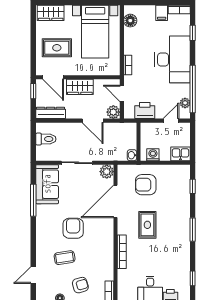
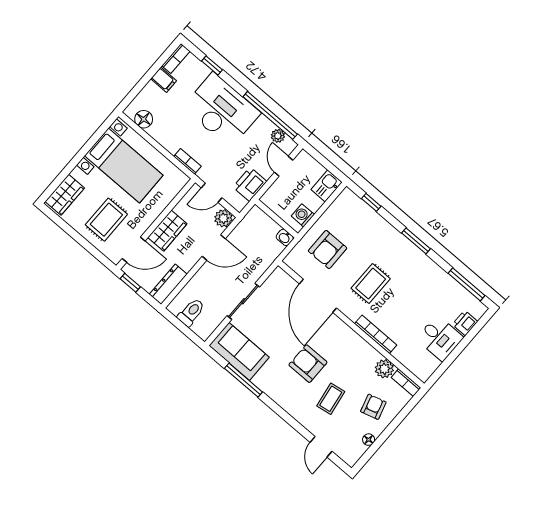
plant: (107, 172) -> (384, 369), moved
rug: (147, 225) -> (371, 284), turned 90
window: (193, 278) -> (467, 284), width x2.17

